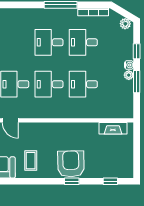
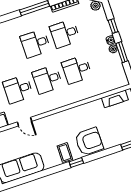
coffee table: (31, 161) -> (65, 153), moved
armchair: (71, 164) -> (89, 142), turned 90
window: (72, 181) -> (76, 162), moved

